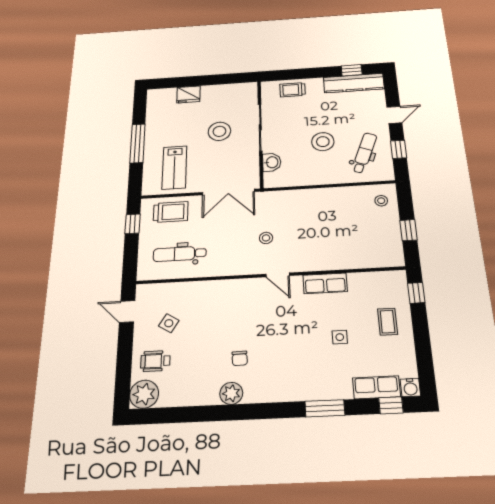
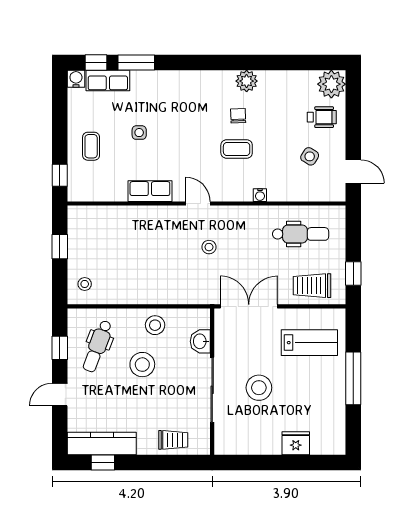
lab bench: (174, 167) -> (309, 343), turned 90
stool: (313, 172) -> (155, 325), added
water cooler: (218, 286) -> (260, 195), added
coffee table: (241, 326) -> (237, 149), added
window: (325, 408) -> (136, 62), moved

